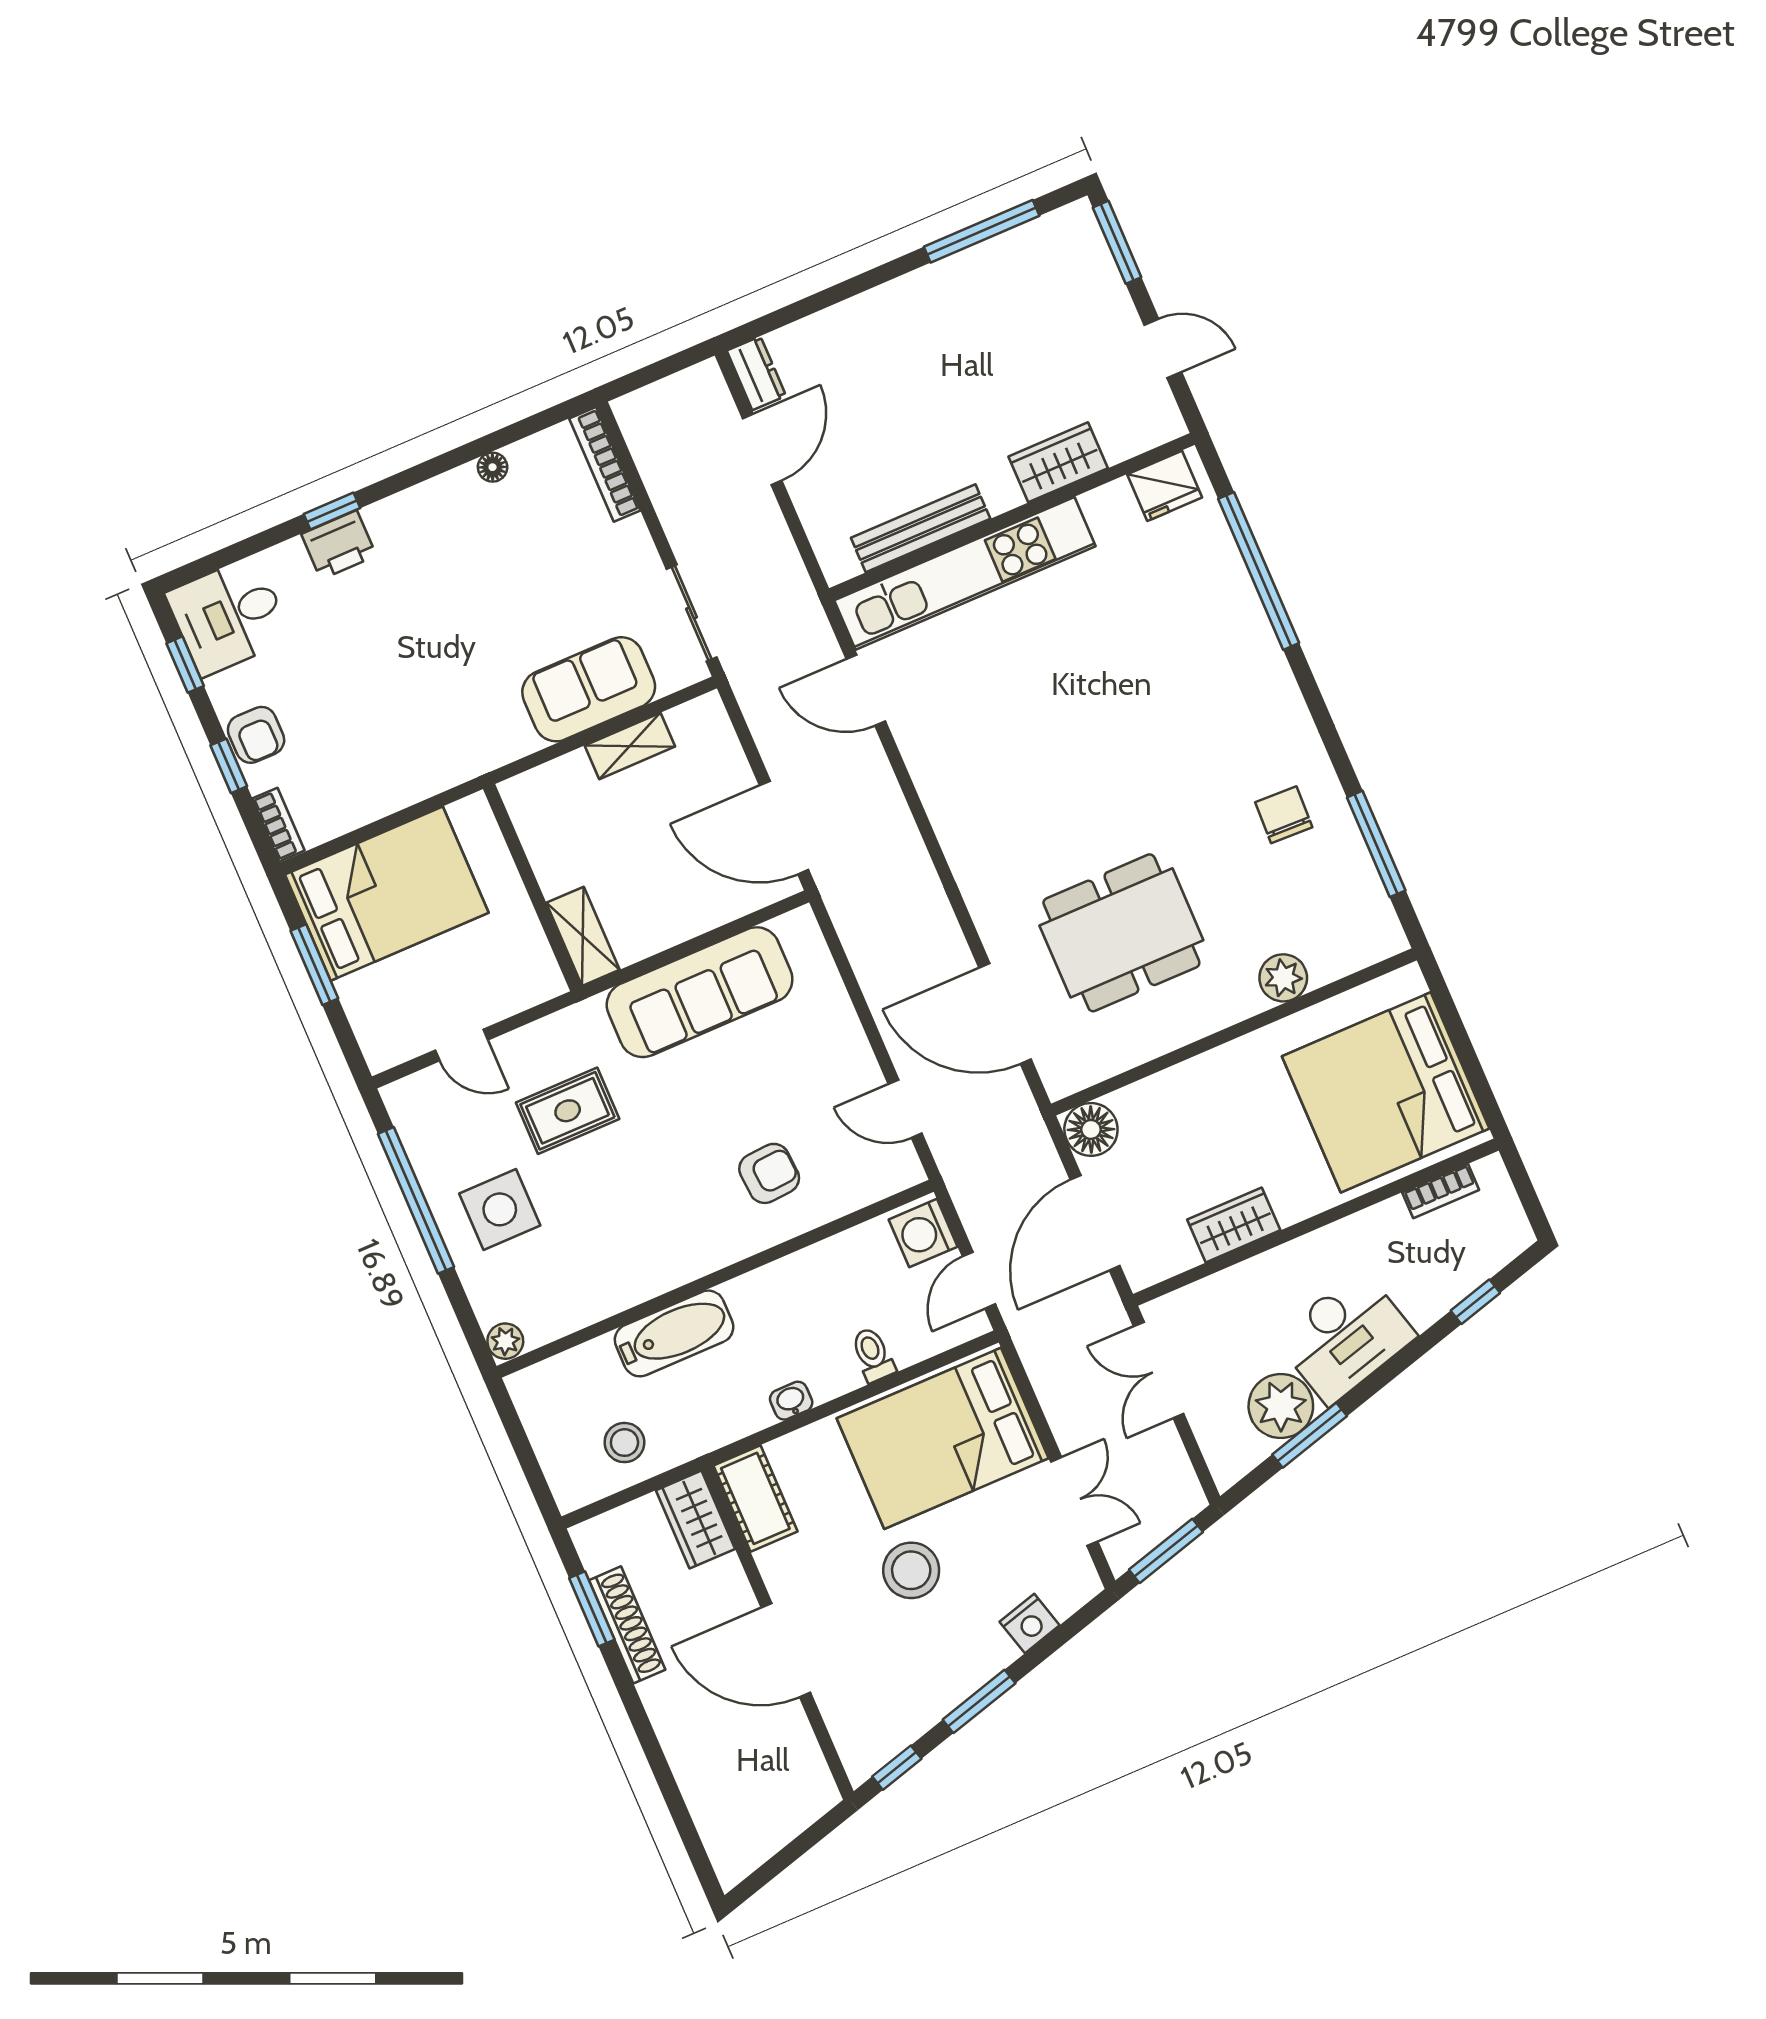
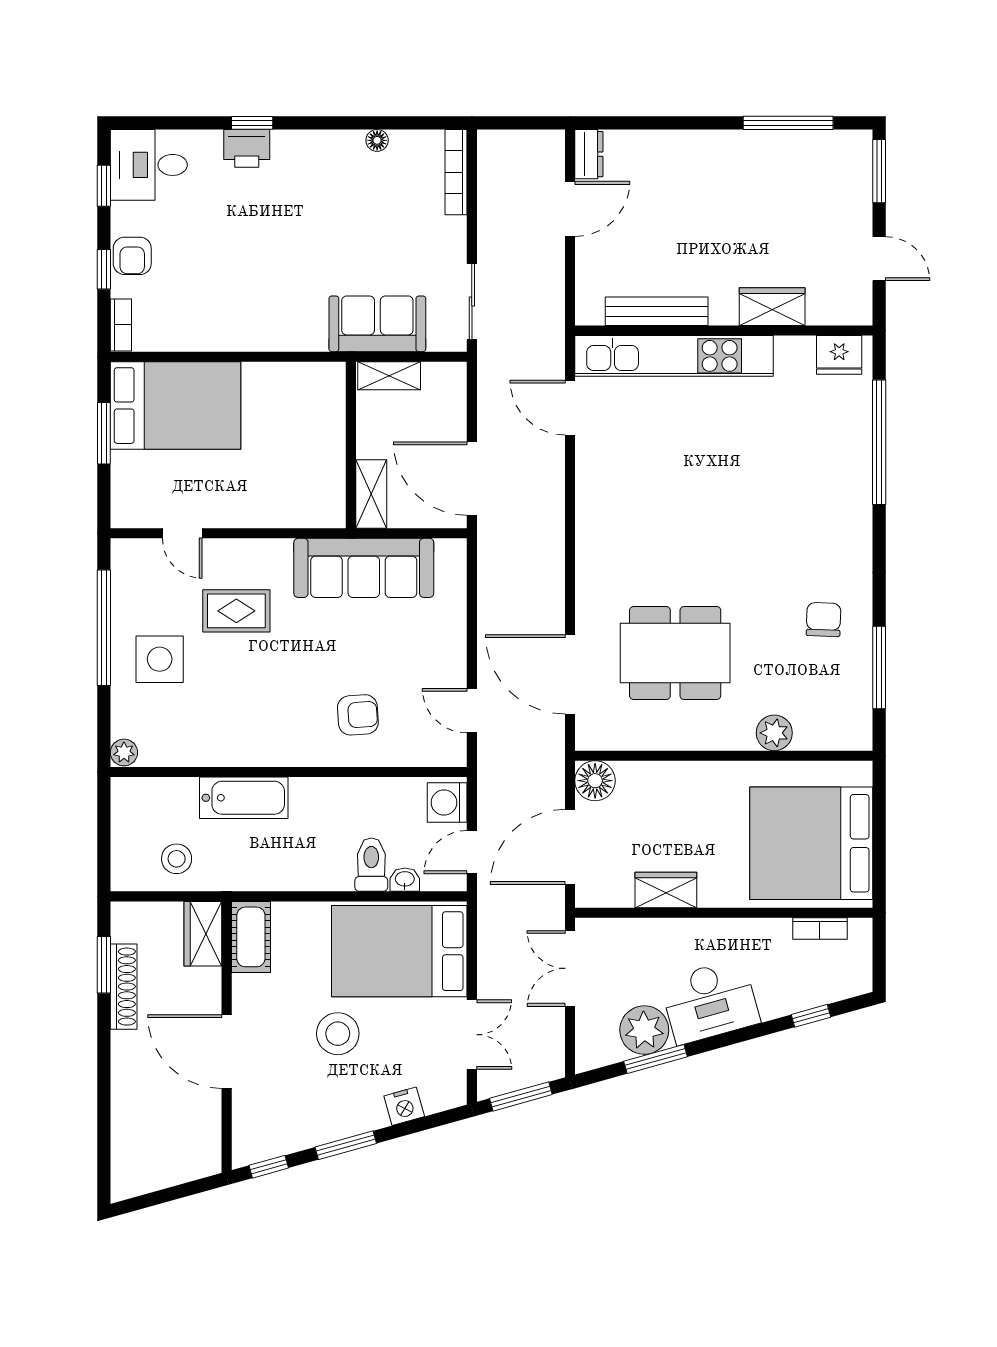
wall: (533, 888) -> (351, 445), moved
shelving: (583, 936) -> (371, 494), moved
toilet: (873, 1355) -> (371, 865), width x1.37, depth x1.39
washbasin: (791, 1401) -> (405, 880), moved

